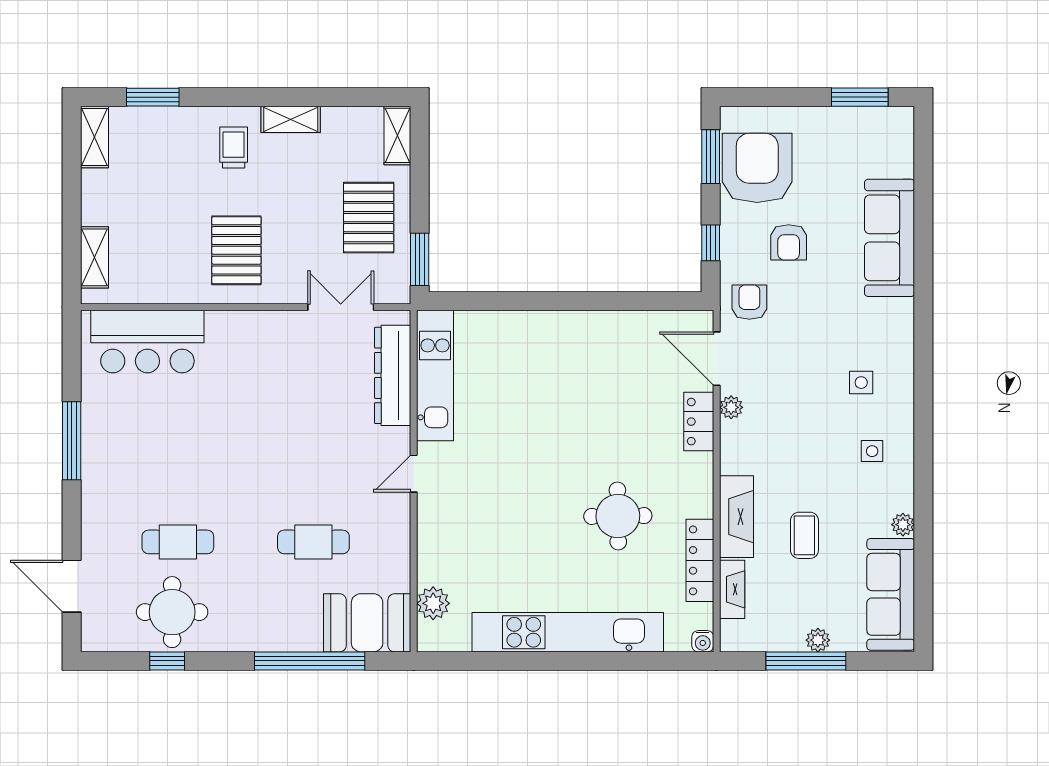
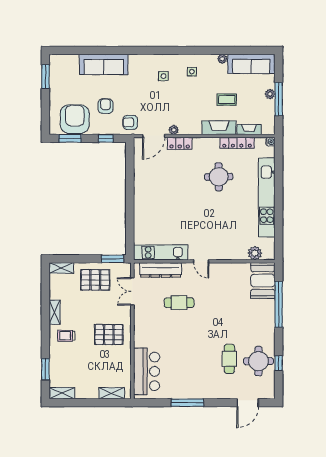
armchair: (757, 168) -> (75, 119), turned 90
armchair: (789, 242) -> (105, 106), turned -90
cafe table: (313, 542) -> (179, 303), moved, turned 90

